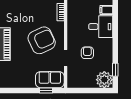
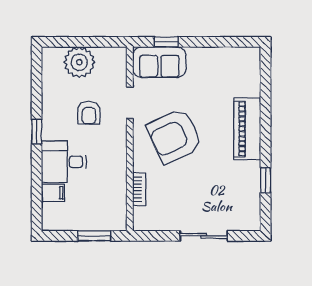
window: (115, 70) -> (37, 132), moved
plant: (104, 80) -> (79, 62), moved

